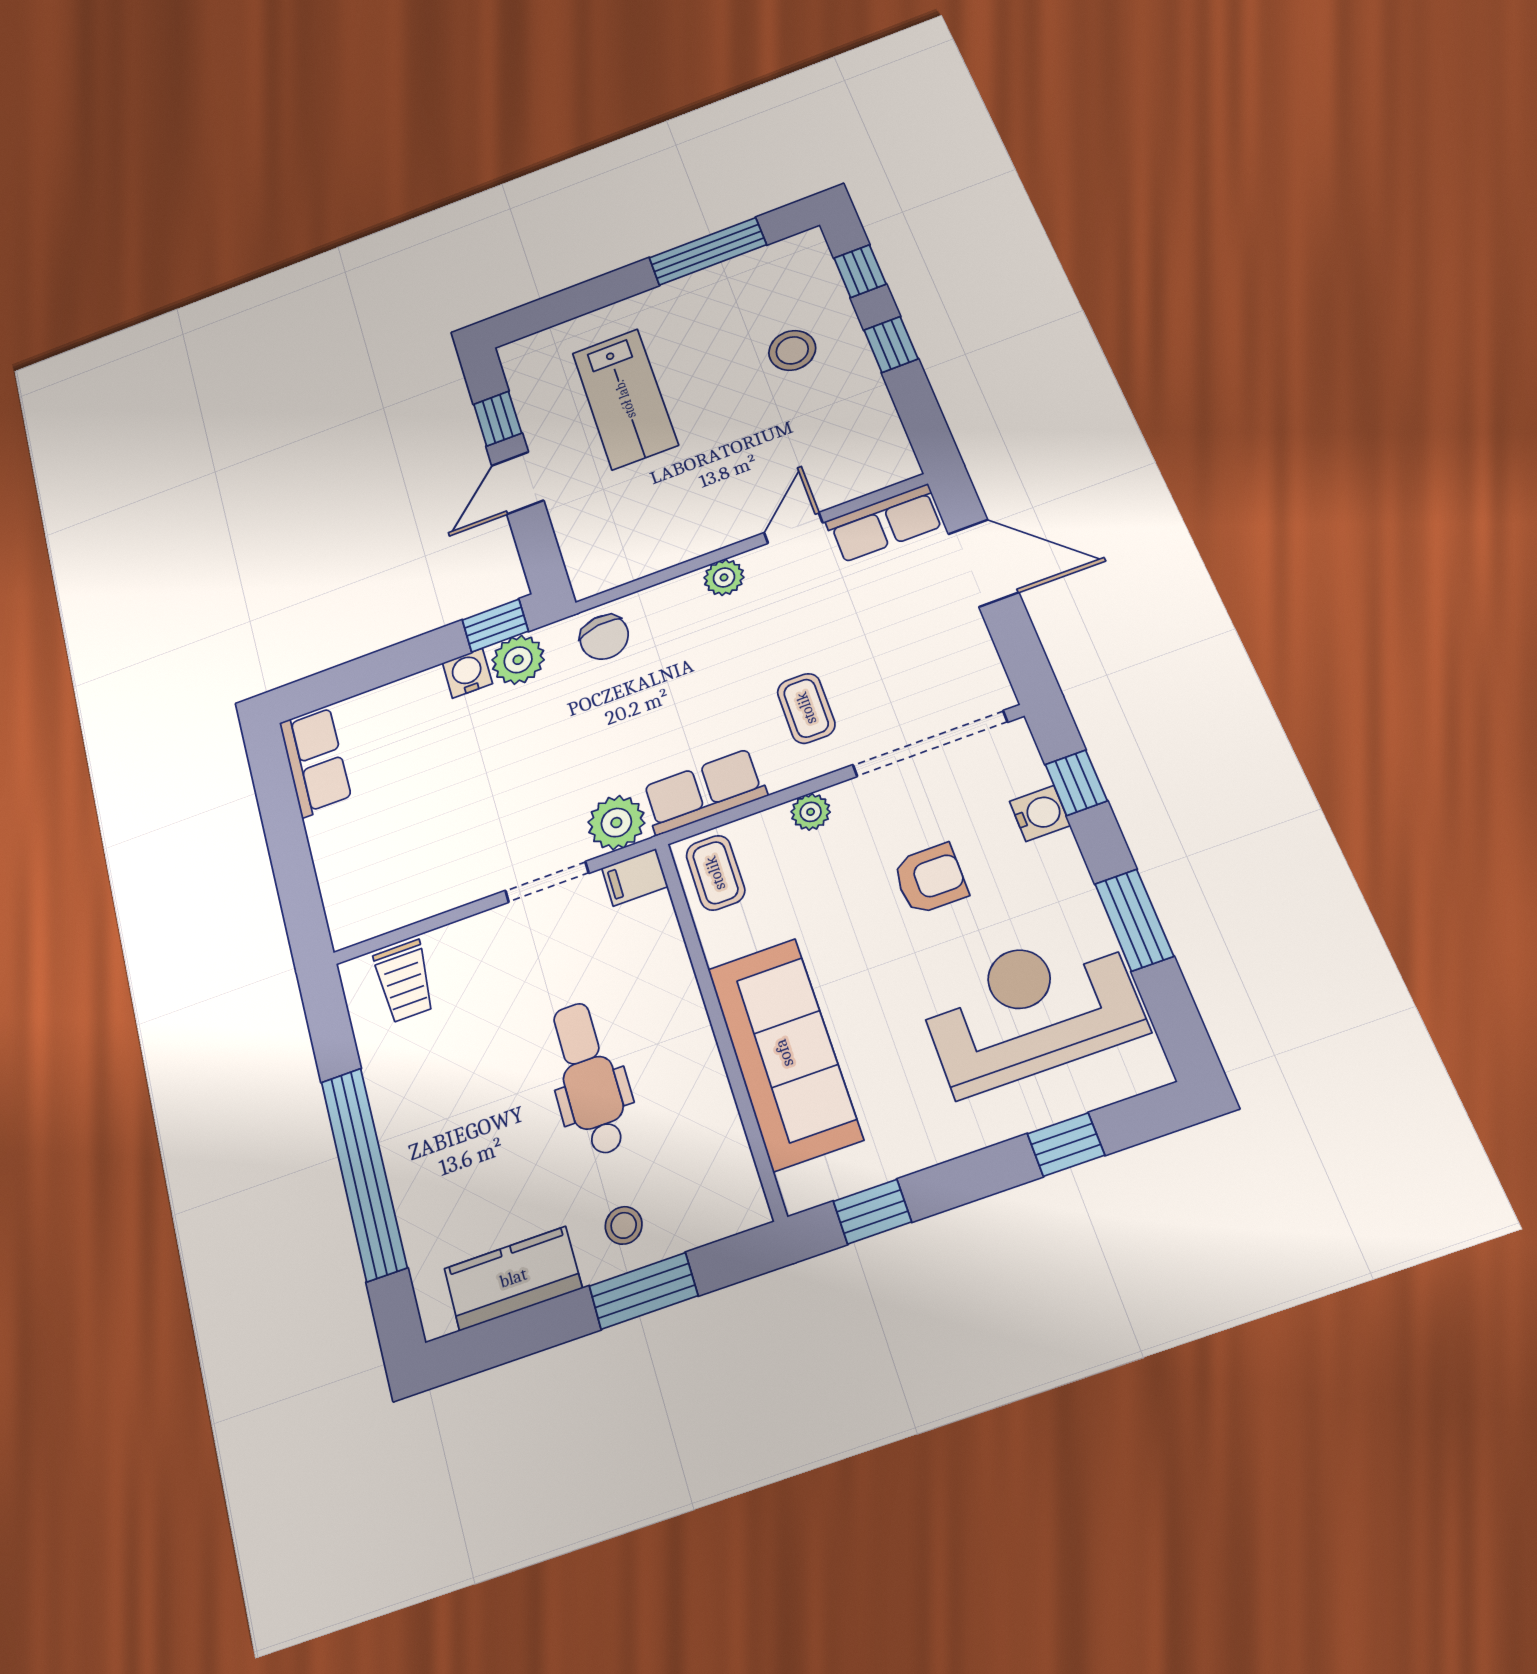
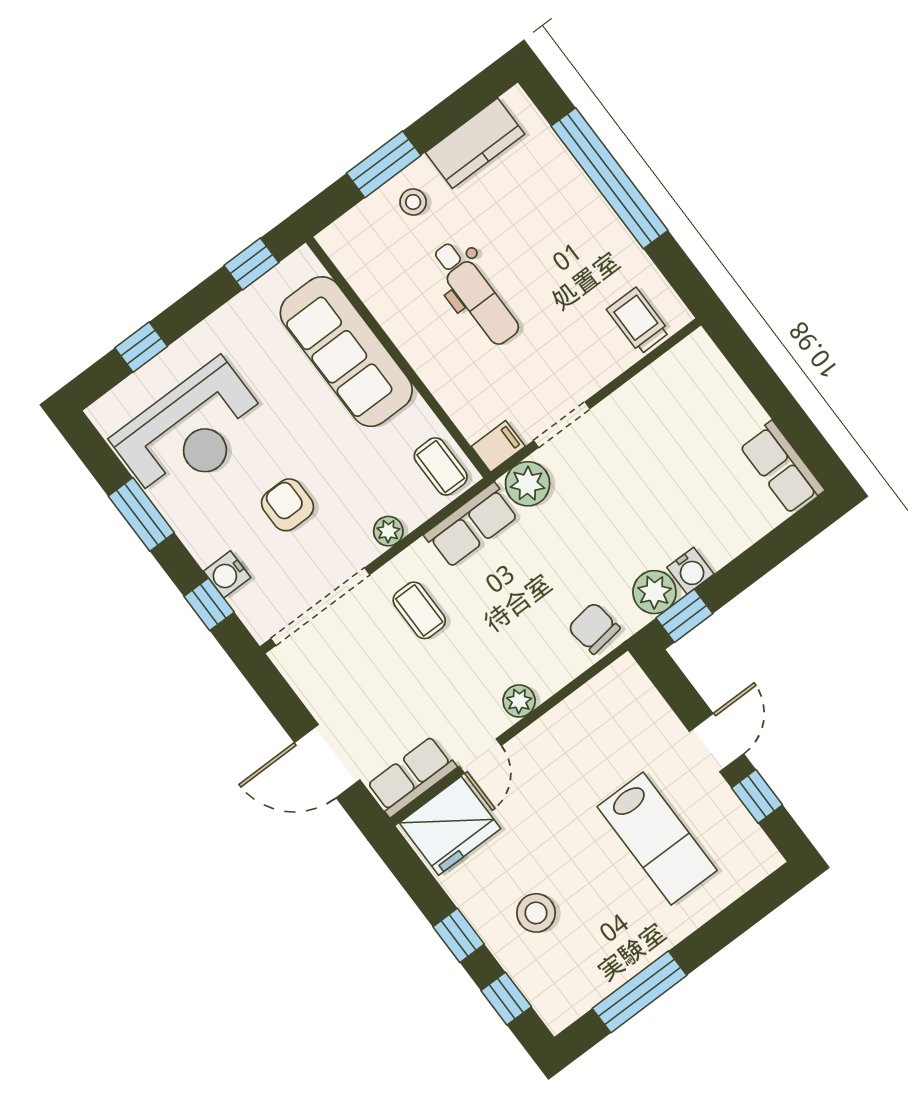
lab bench: (625, 399) -> (657, 839), turned 180
fridge: (858, 461) -> (450, 826), added
armchair: (930, 879) -> (287, 505), turned 90

